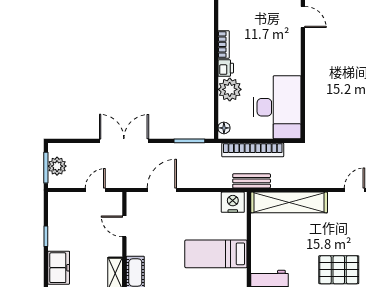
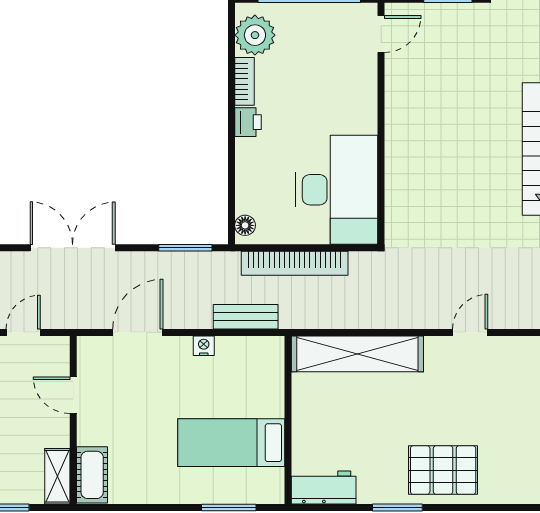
door: (303, 17) -> (381, 34), hinge flipped
plant: (230, 89) -> (255, 35), moved
bench: (252, 181) -> (246, 317), moved
nightstand: (233, 202) -> (204, 346), moved, width x0.53, depth x0.56

